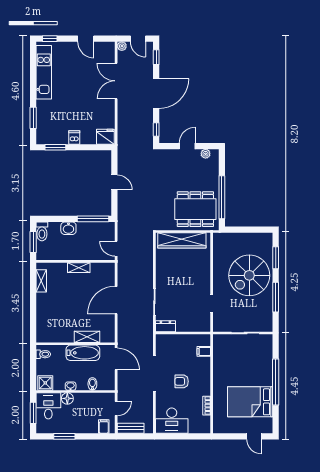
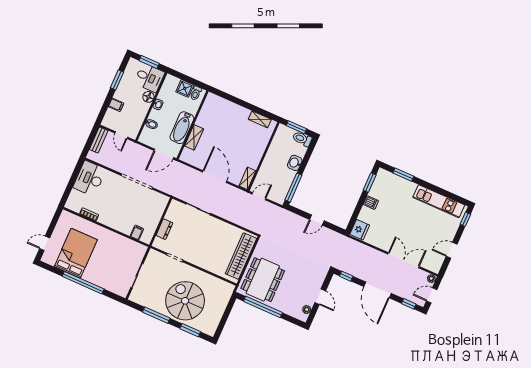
shelving: (79, 268) -> (247, 178), moved
dresser: (165, 326) -> (164, 229), moved
armchair: (182, 381) -> (120, 202), removed
shower: (45, 383) -> (185, 88), moved
filing cabinet: (104, 426) -> (116, 105), moved

